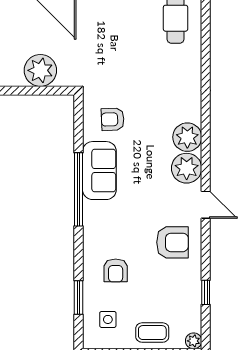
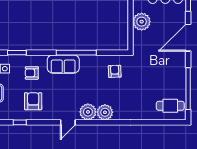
plant: (40, 70) -> (142, 22), moved
sofa: (99, 171) -> (63, 64), moved
armchair: (172, 242) -> (33, 101), moved, turned 180

